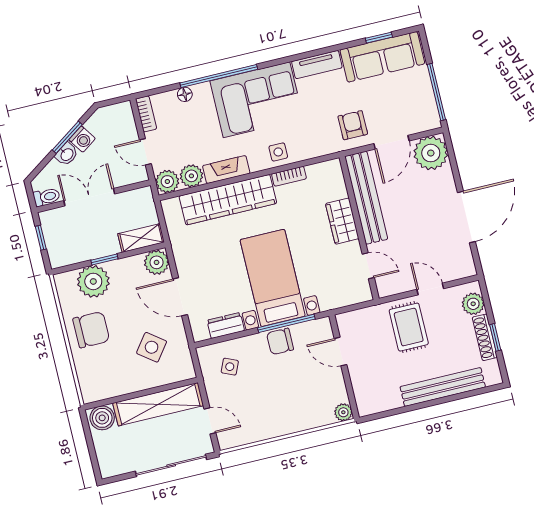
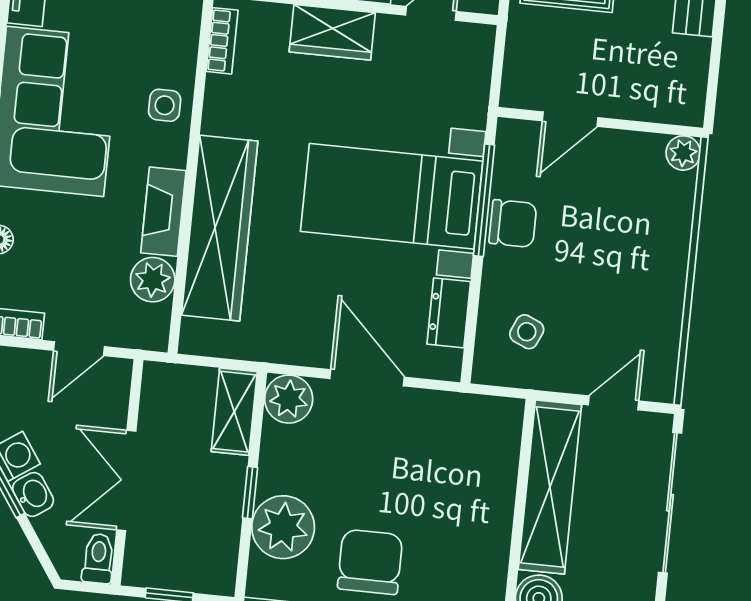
bookcase: (289, 176) -> (222, 41), moved
plant: (167, 182) -> (148, 327), removed
door: (180, 297) -> (367, 378), swing flipped
chair: (280, 341) -> (513, 223), turned -90
side table: (152, 347) -> (441, 463), removed

